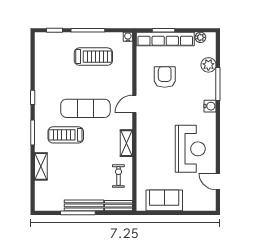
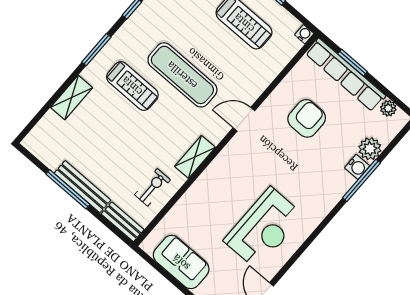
water cooler: (210, 106) -> (357, 167), moved
treadmill: (66, 135) -> (132, 86), turned 180

